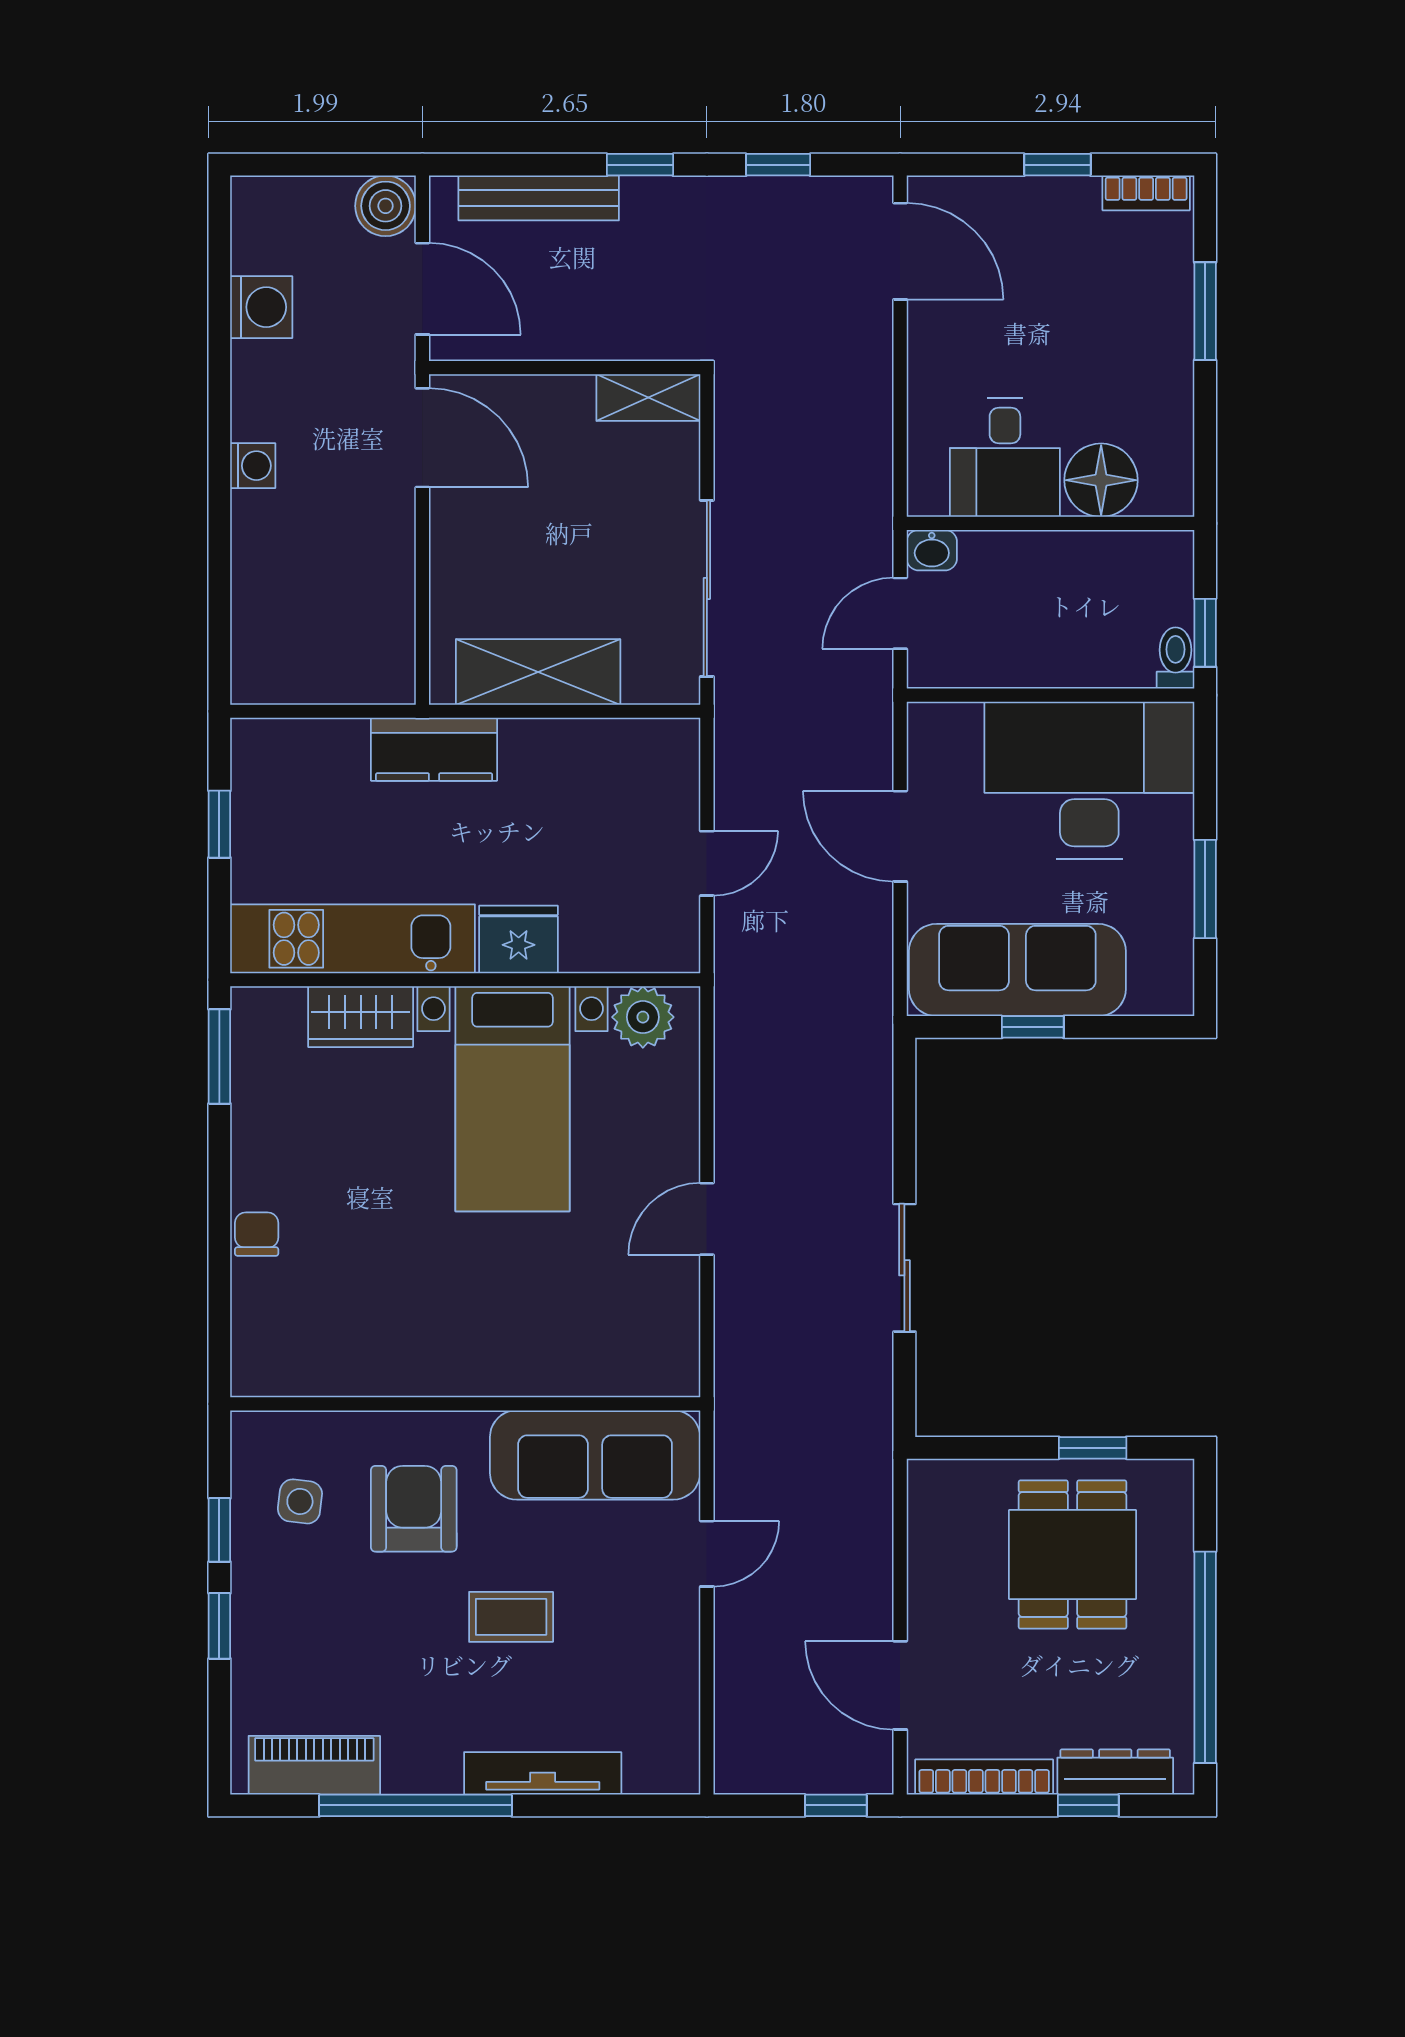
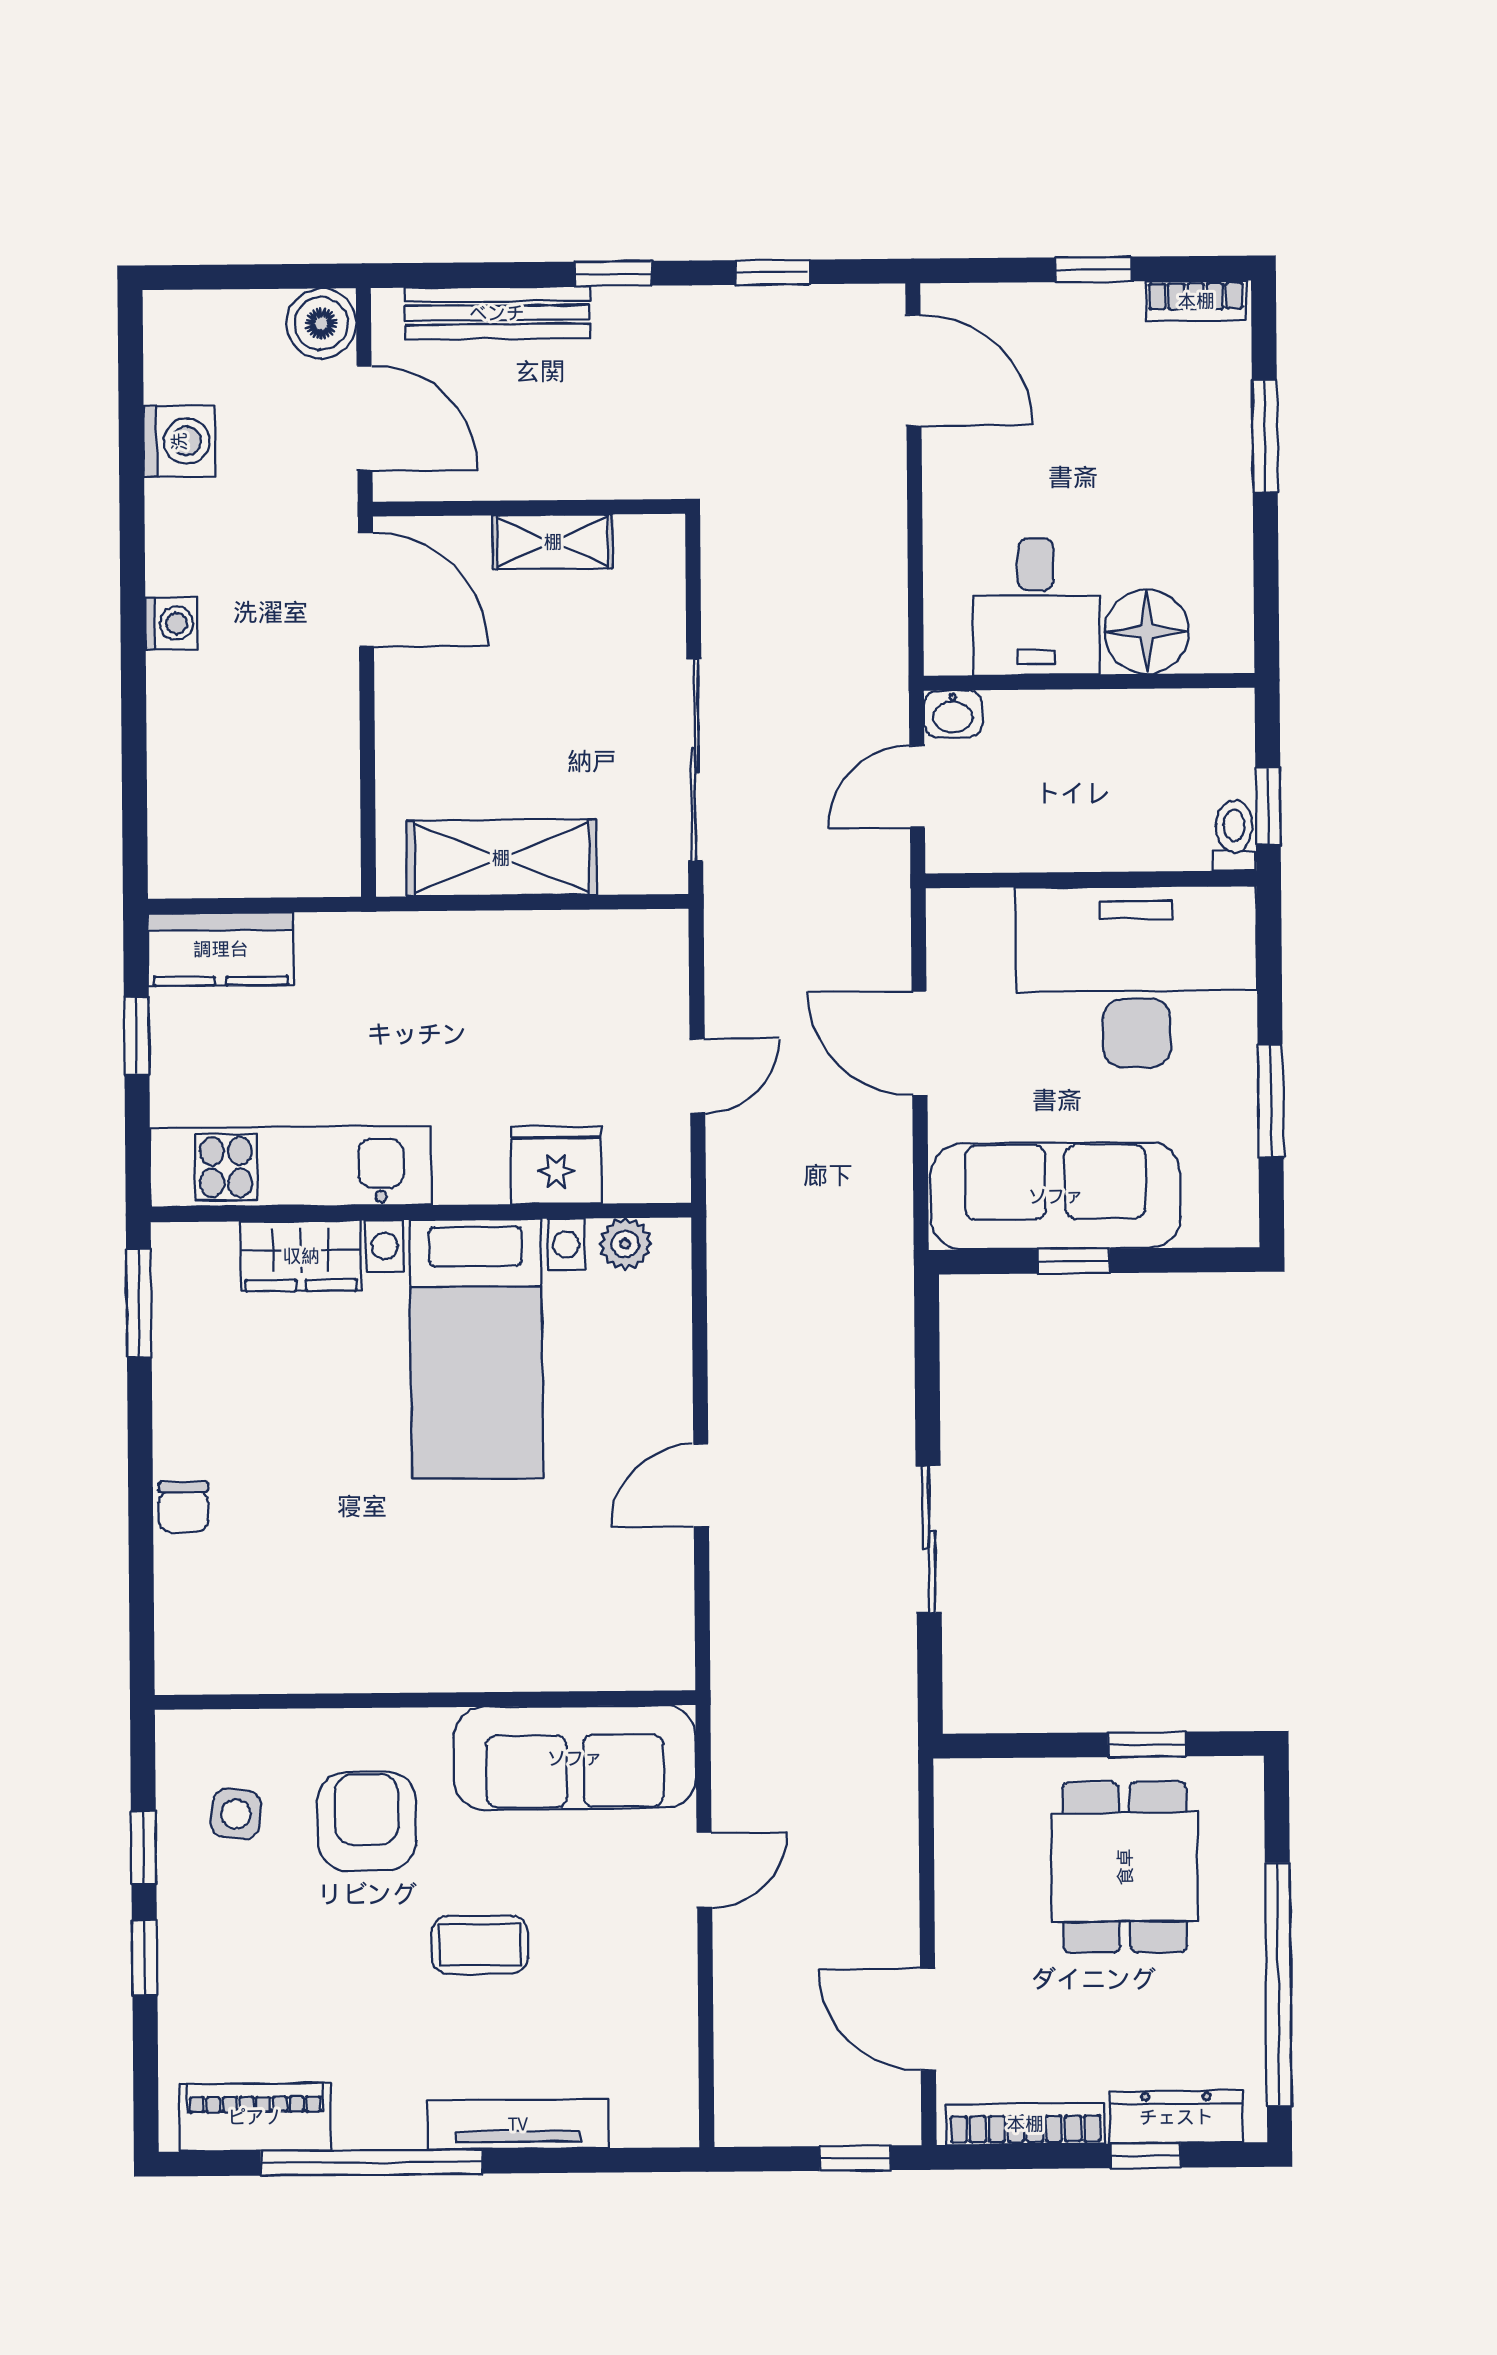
shelving: (648, 398) -> (553, 542), moved
kitchen counter: (434, 749) -> (221, 949), moved
fridge: (519, 939) -> (556, 1165), moved
plant: (643, 1017) -> (625, 1244), width x0.73, depth x0.73
chair: (257, 1234) -> (183, 1507), turned 180

